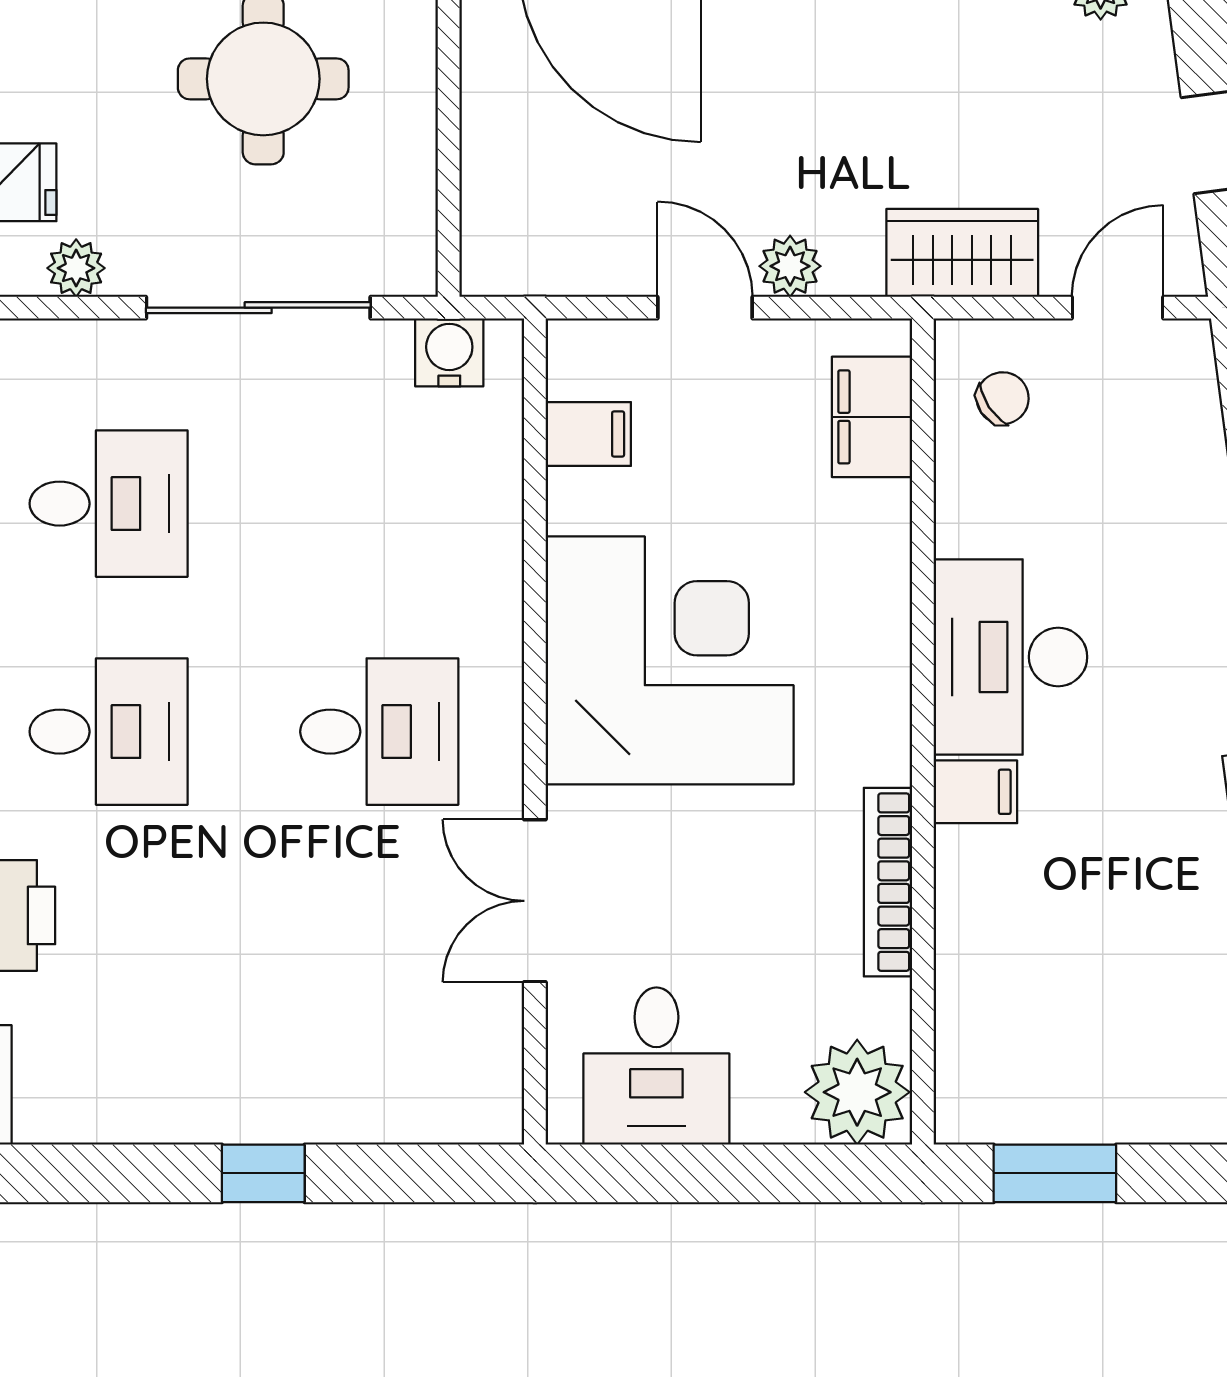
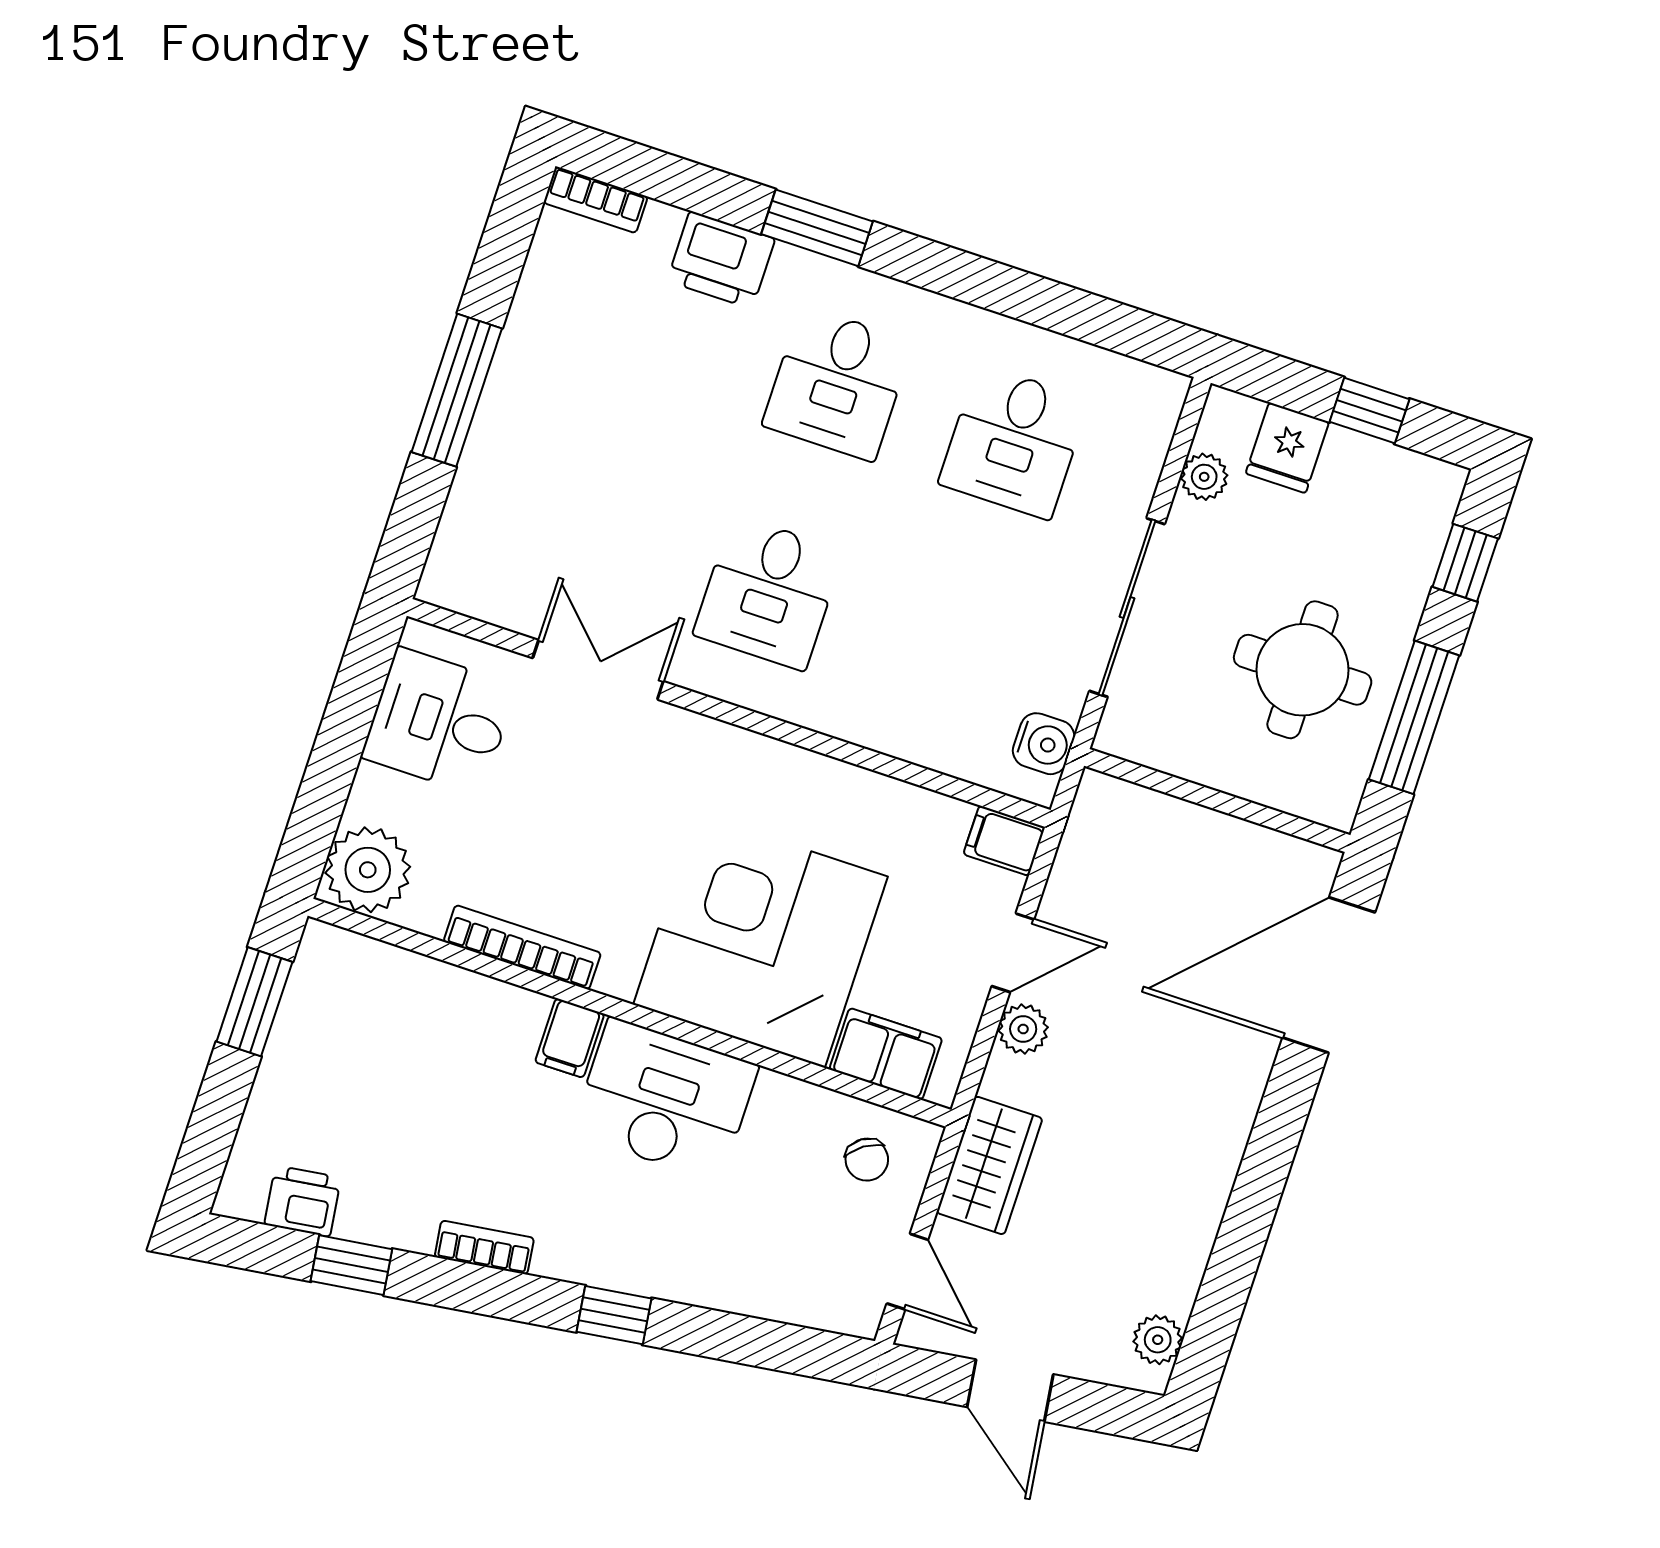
filing cabinet: (588, 434) -> (1004, 841), moved, turned 90
corner desk: (670, 660) -> (760, 941), moved, turned 180
window: (263, 1173) -> (457, 390), width x2.17

